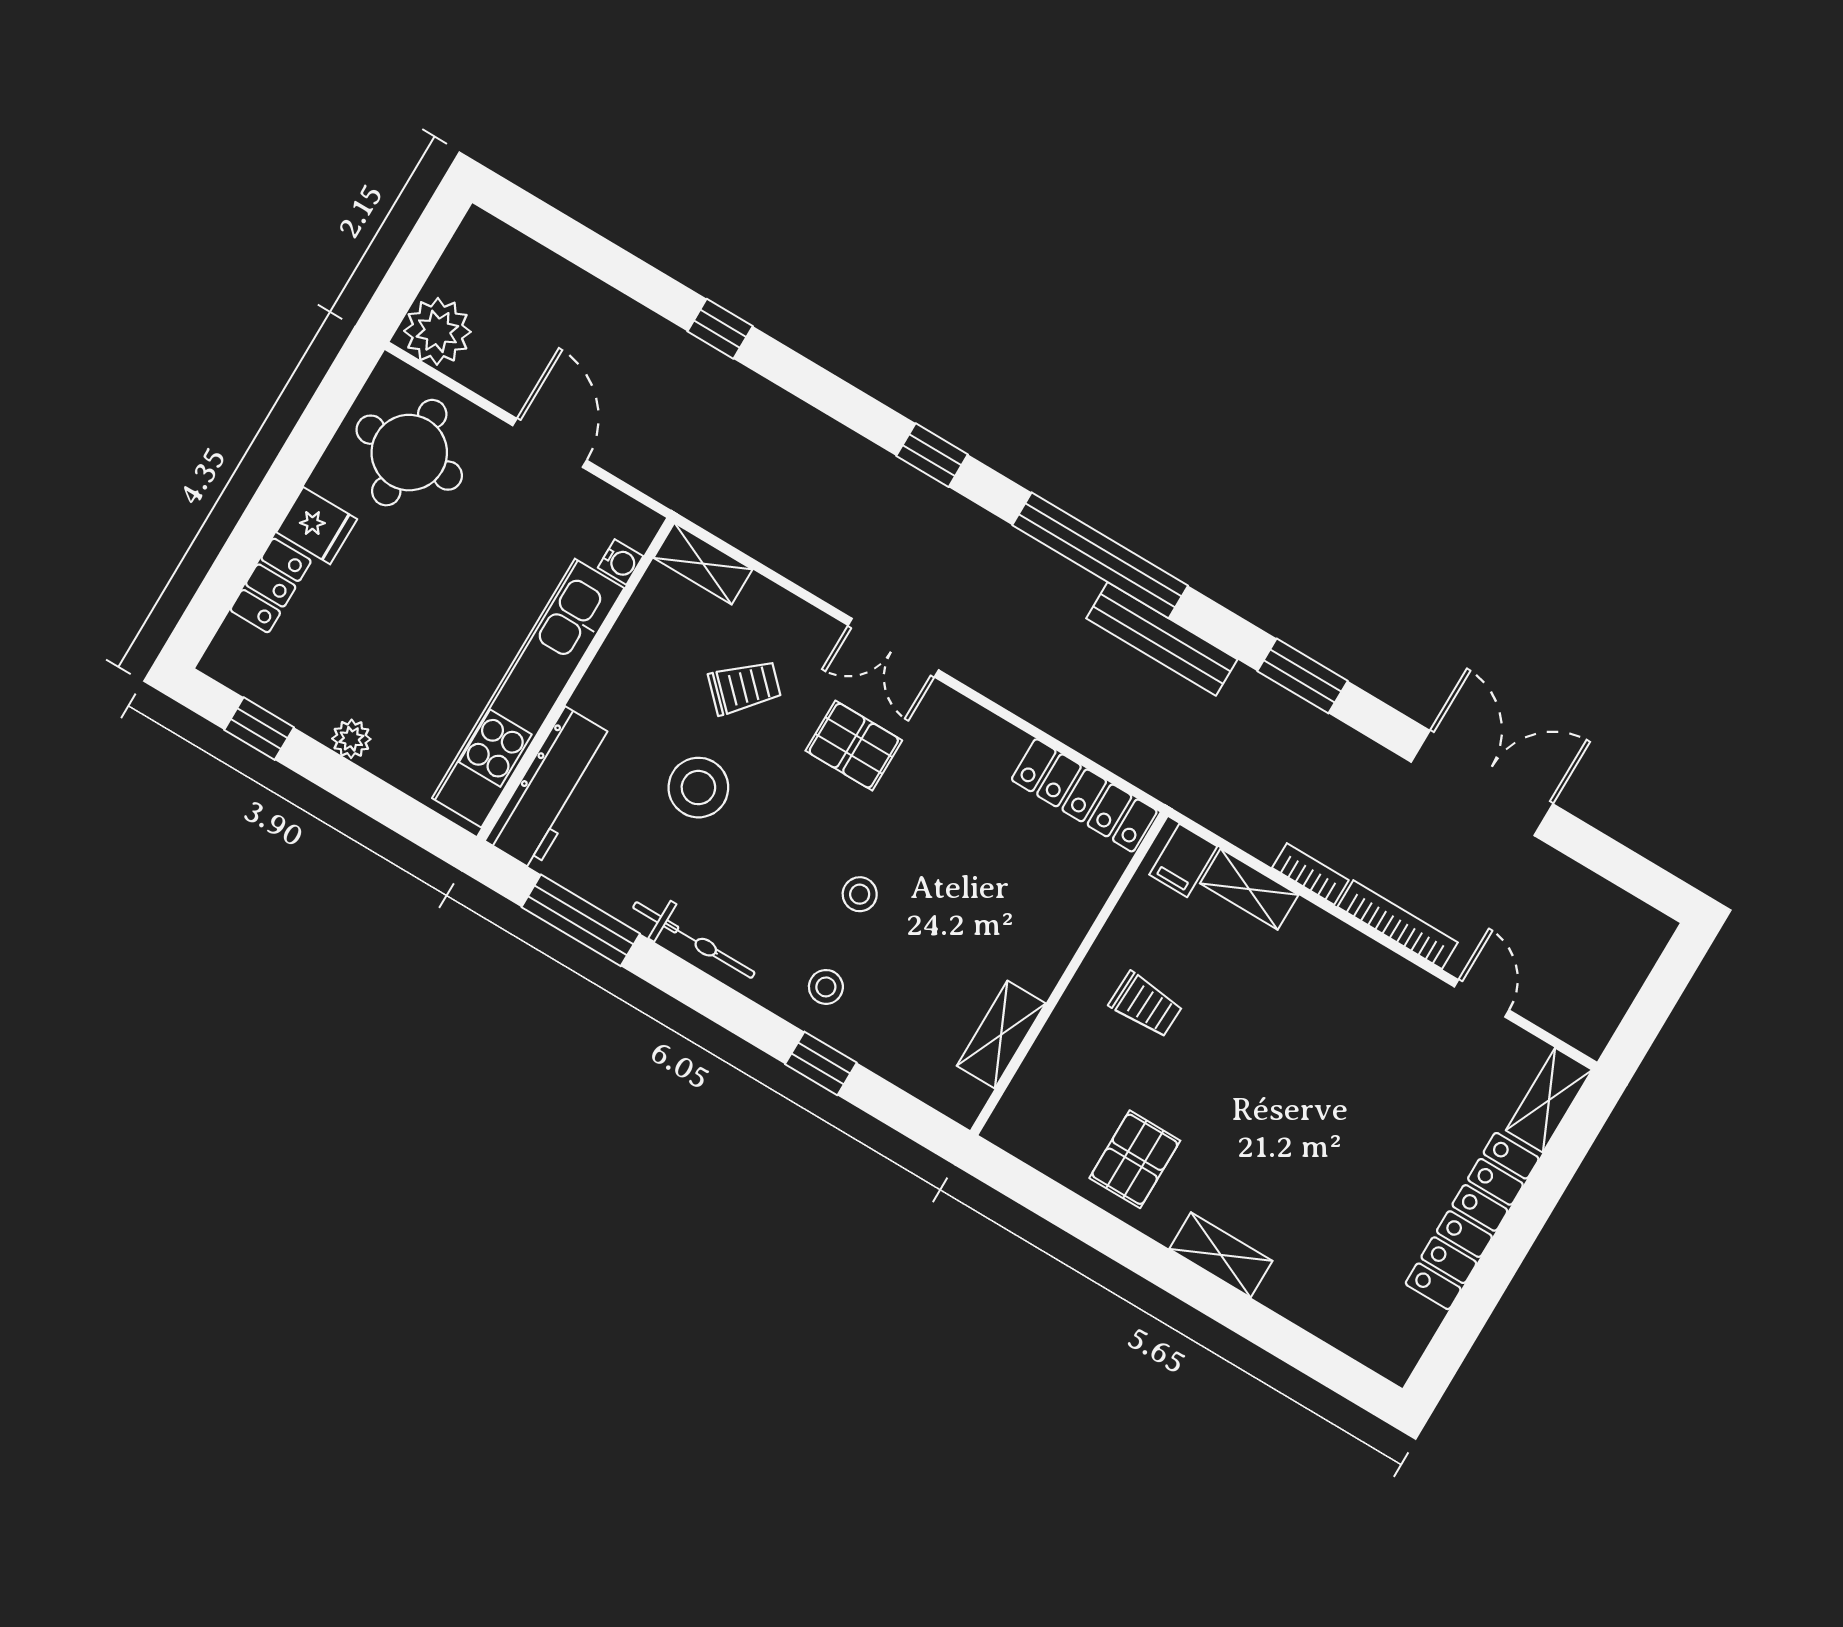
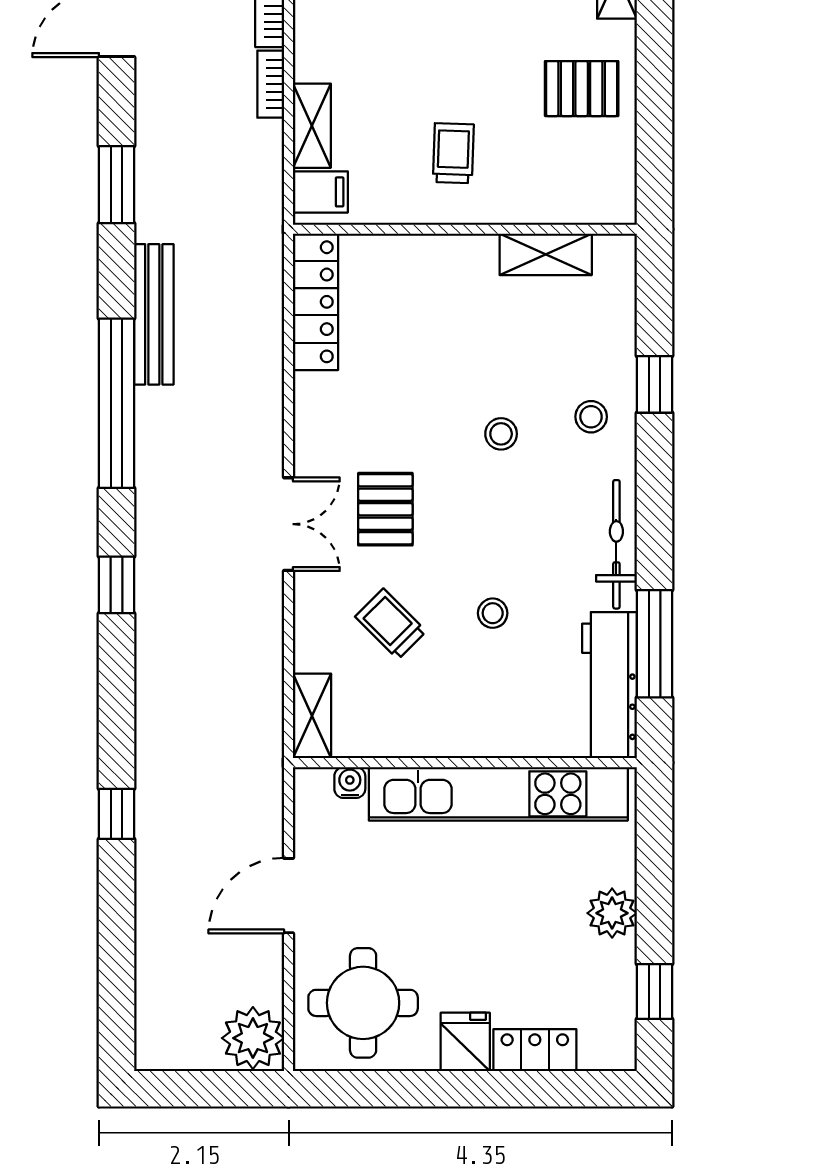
plant: (351, 739) -> (612, 913), width x1.38, depth x1.38
stool: (698, 788) -> (493, 613), width x0.53, depth x0.53
workbench: (550, 789) -> (609, 685), moved, turned -90

